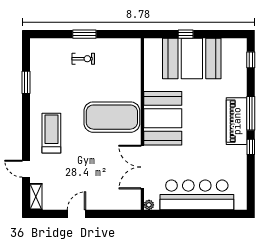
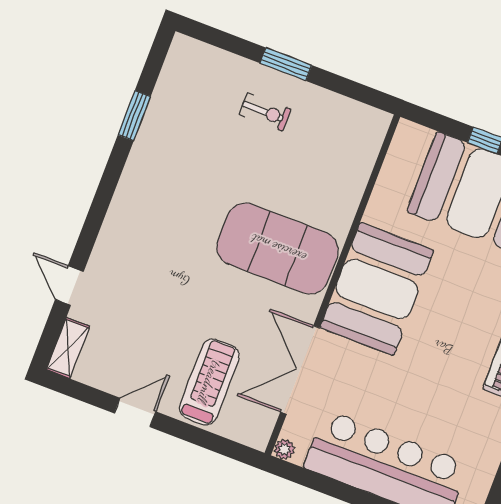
treadmill: (51, 133) -> (209, 382), moved

